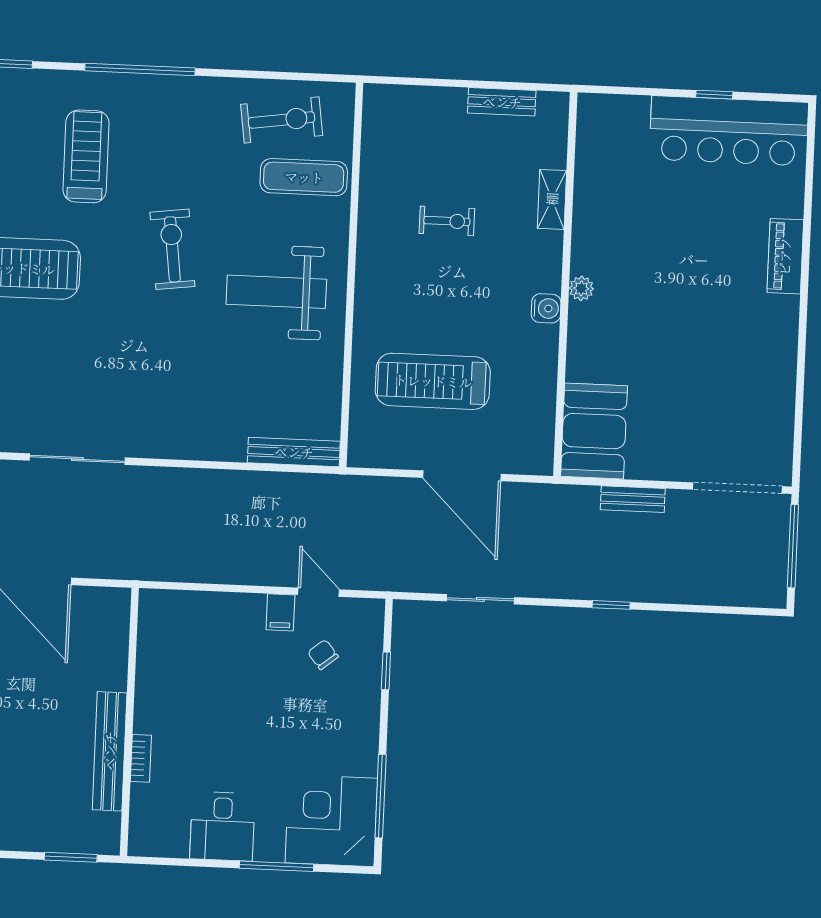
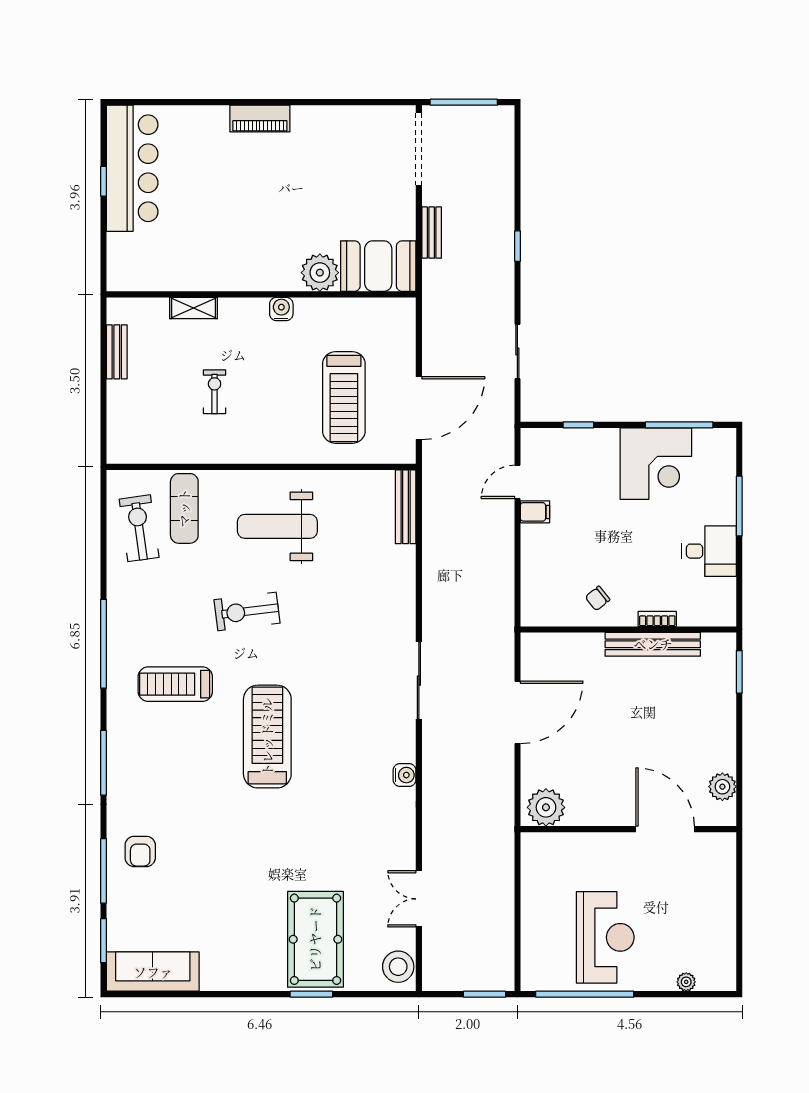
piano: (785, 256) -> (260, 118), moved
plant: (581, 288) -> (320, 273), moved, width x1.88, depth x1.88
weight bench: (276, 292) -> (277, 526), turned 90
door: (462, 476) -> (419, 408), moved
chair: (323, 655) -> (598, 598), moved
corner desk: (331, 821) -> (656, 464), moved, turned -90

